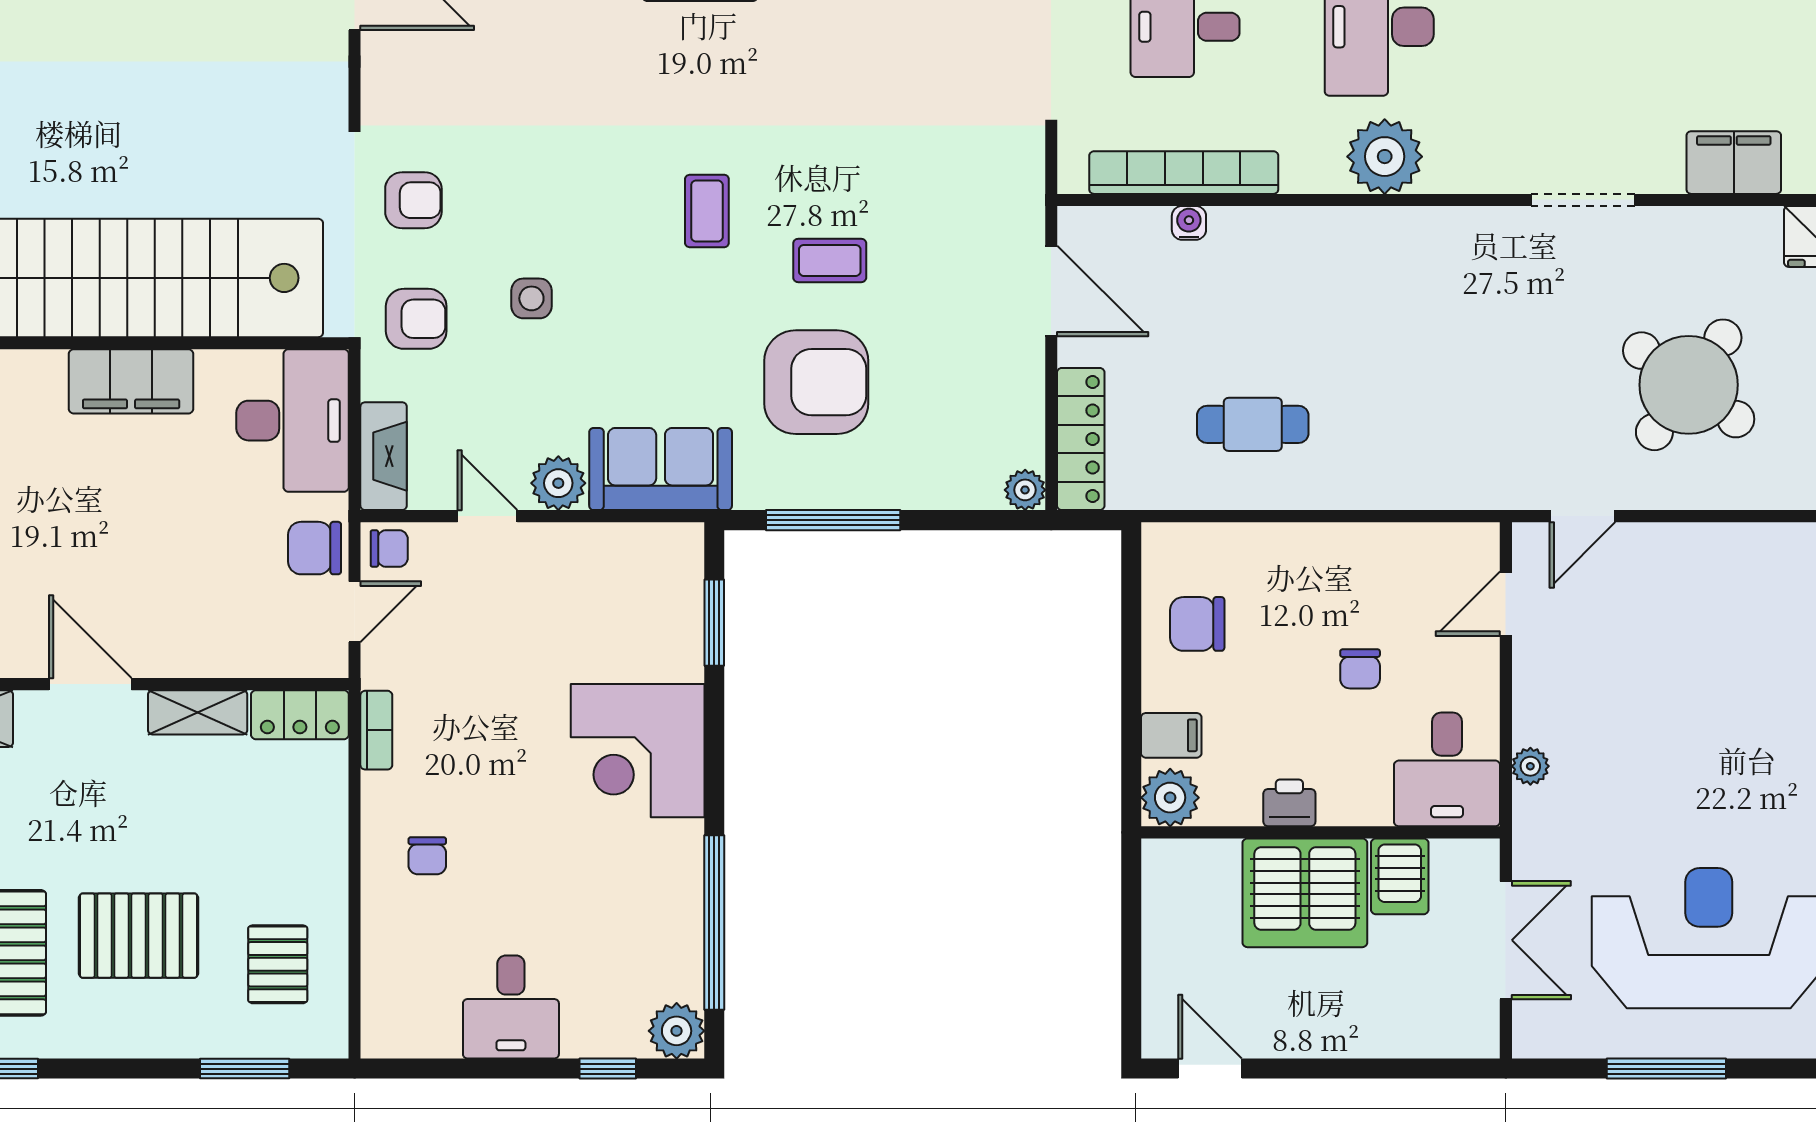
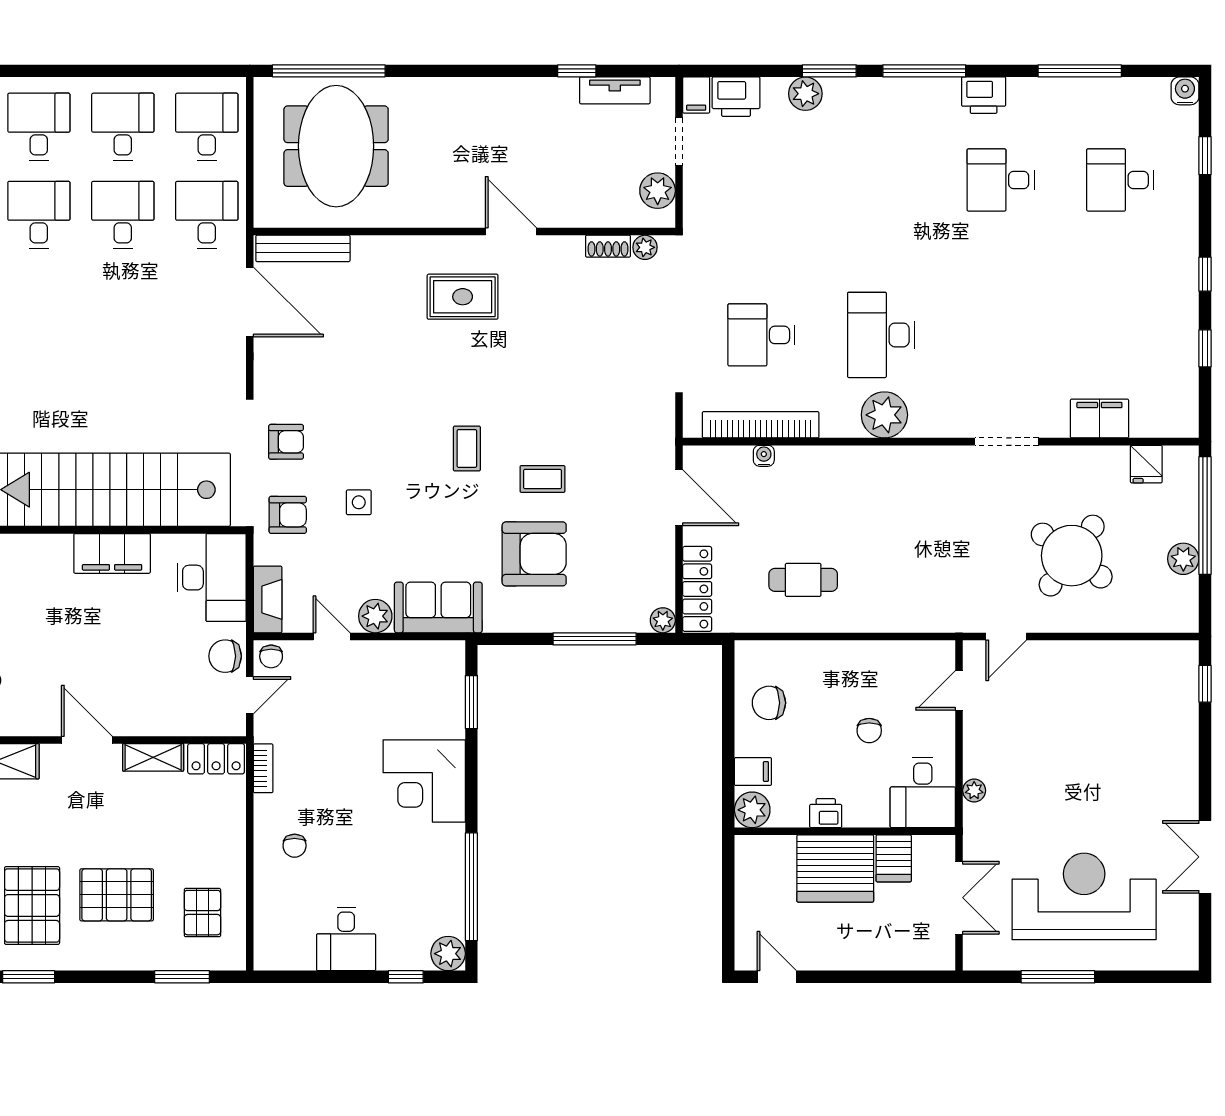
window: (833, 520) -> (595, 639), moved
chair: (389, 549) -> (271, 656), turned 90

